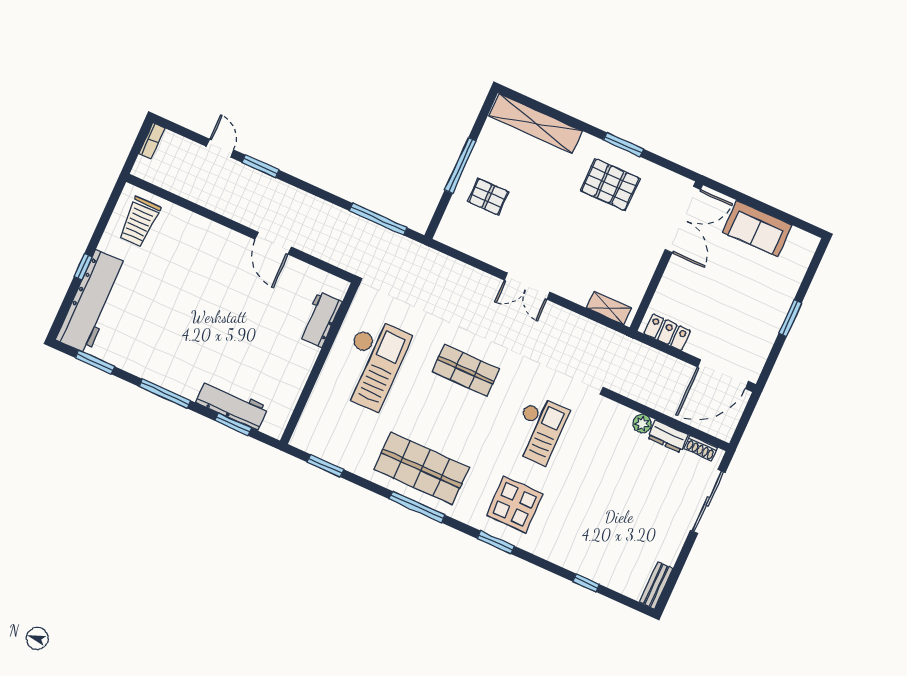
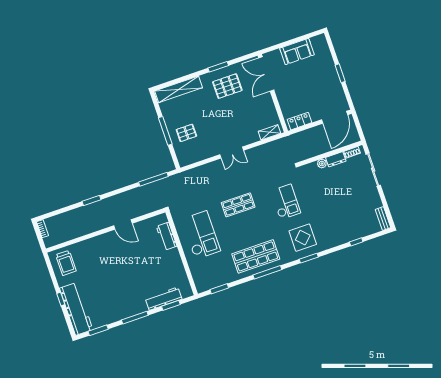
door: (220, 148) -> (70, 208), removed
double door: (683, 220) -> (266, 74), swing flipped

